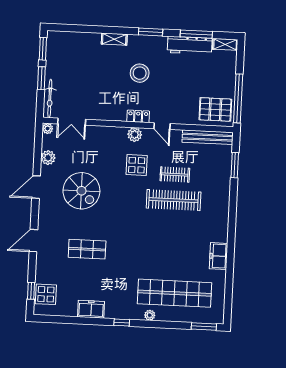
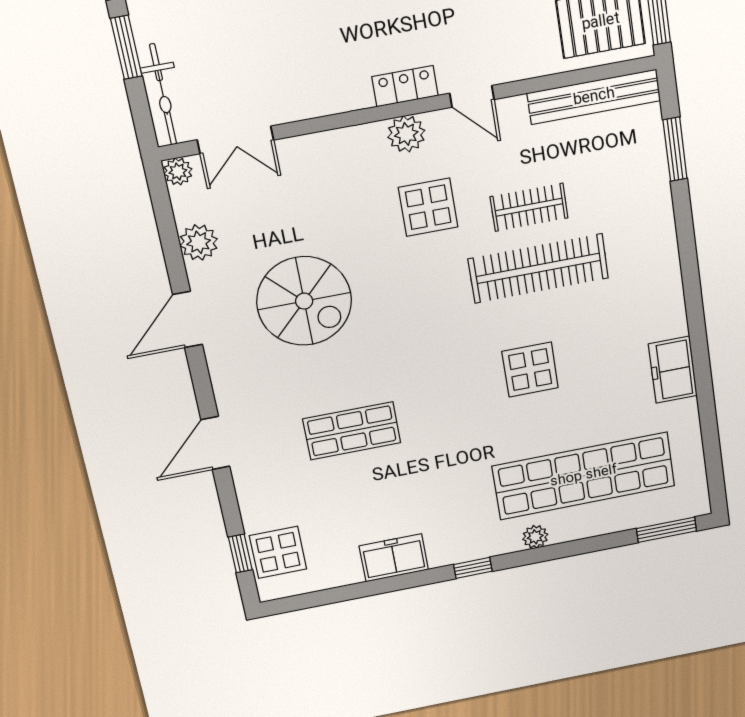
display table: (162, 241) -> (530, 370), added

